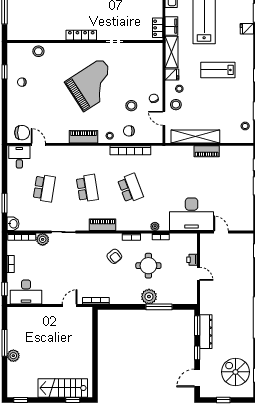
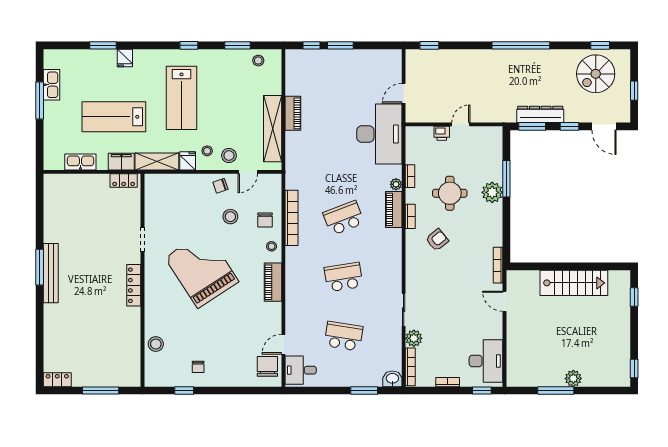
lab bench: (218, 70) -> (181, 98), width x1.36, depth x1.39
piano: (102, 225) -> (394, 209), moved
stairs: (63, 388) -> (574, 283), moved, turned -90

